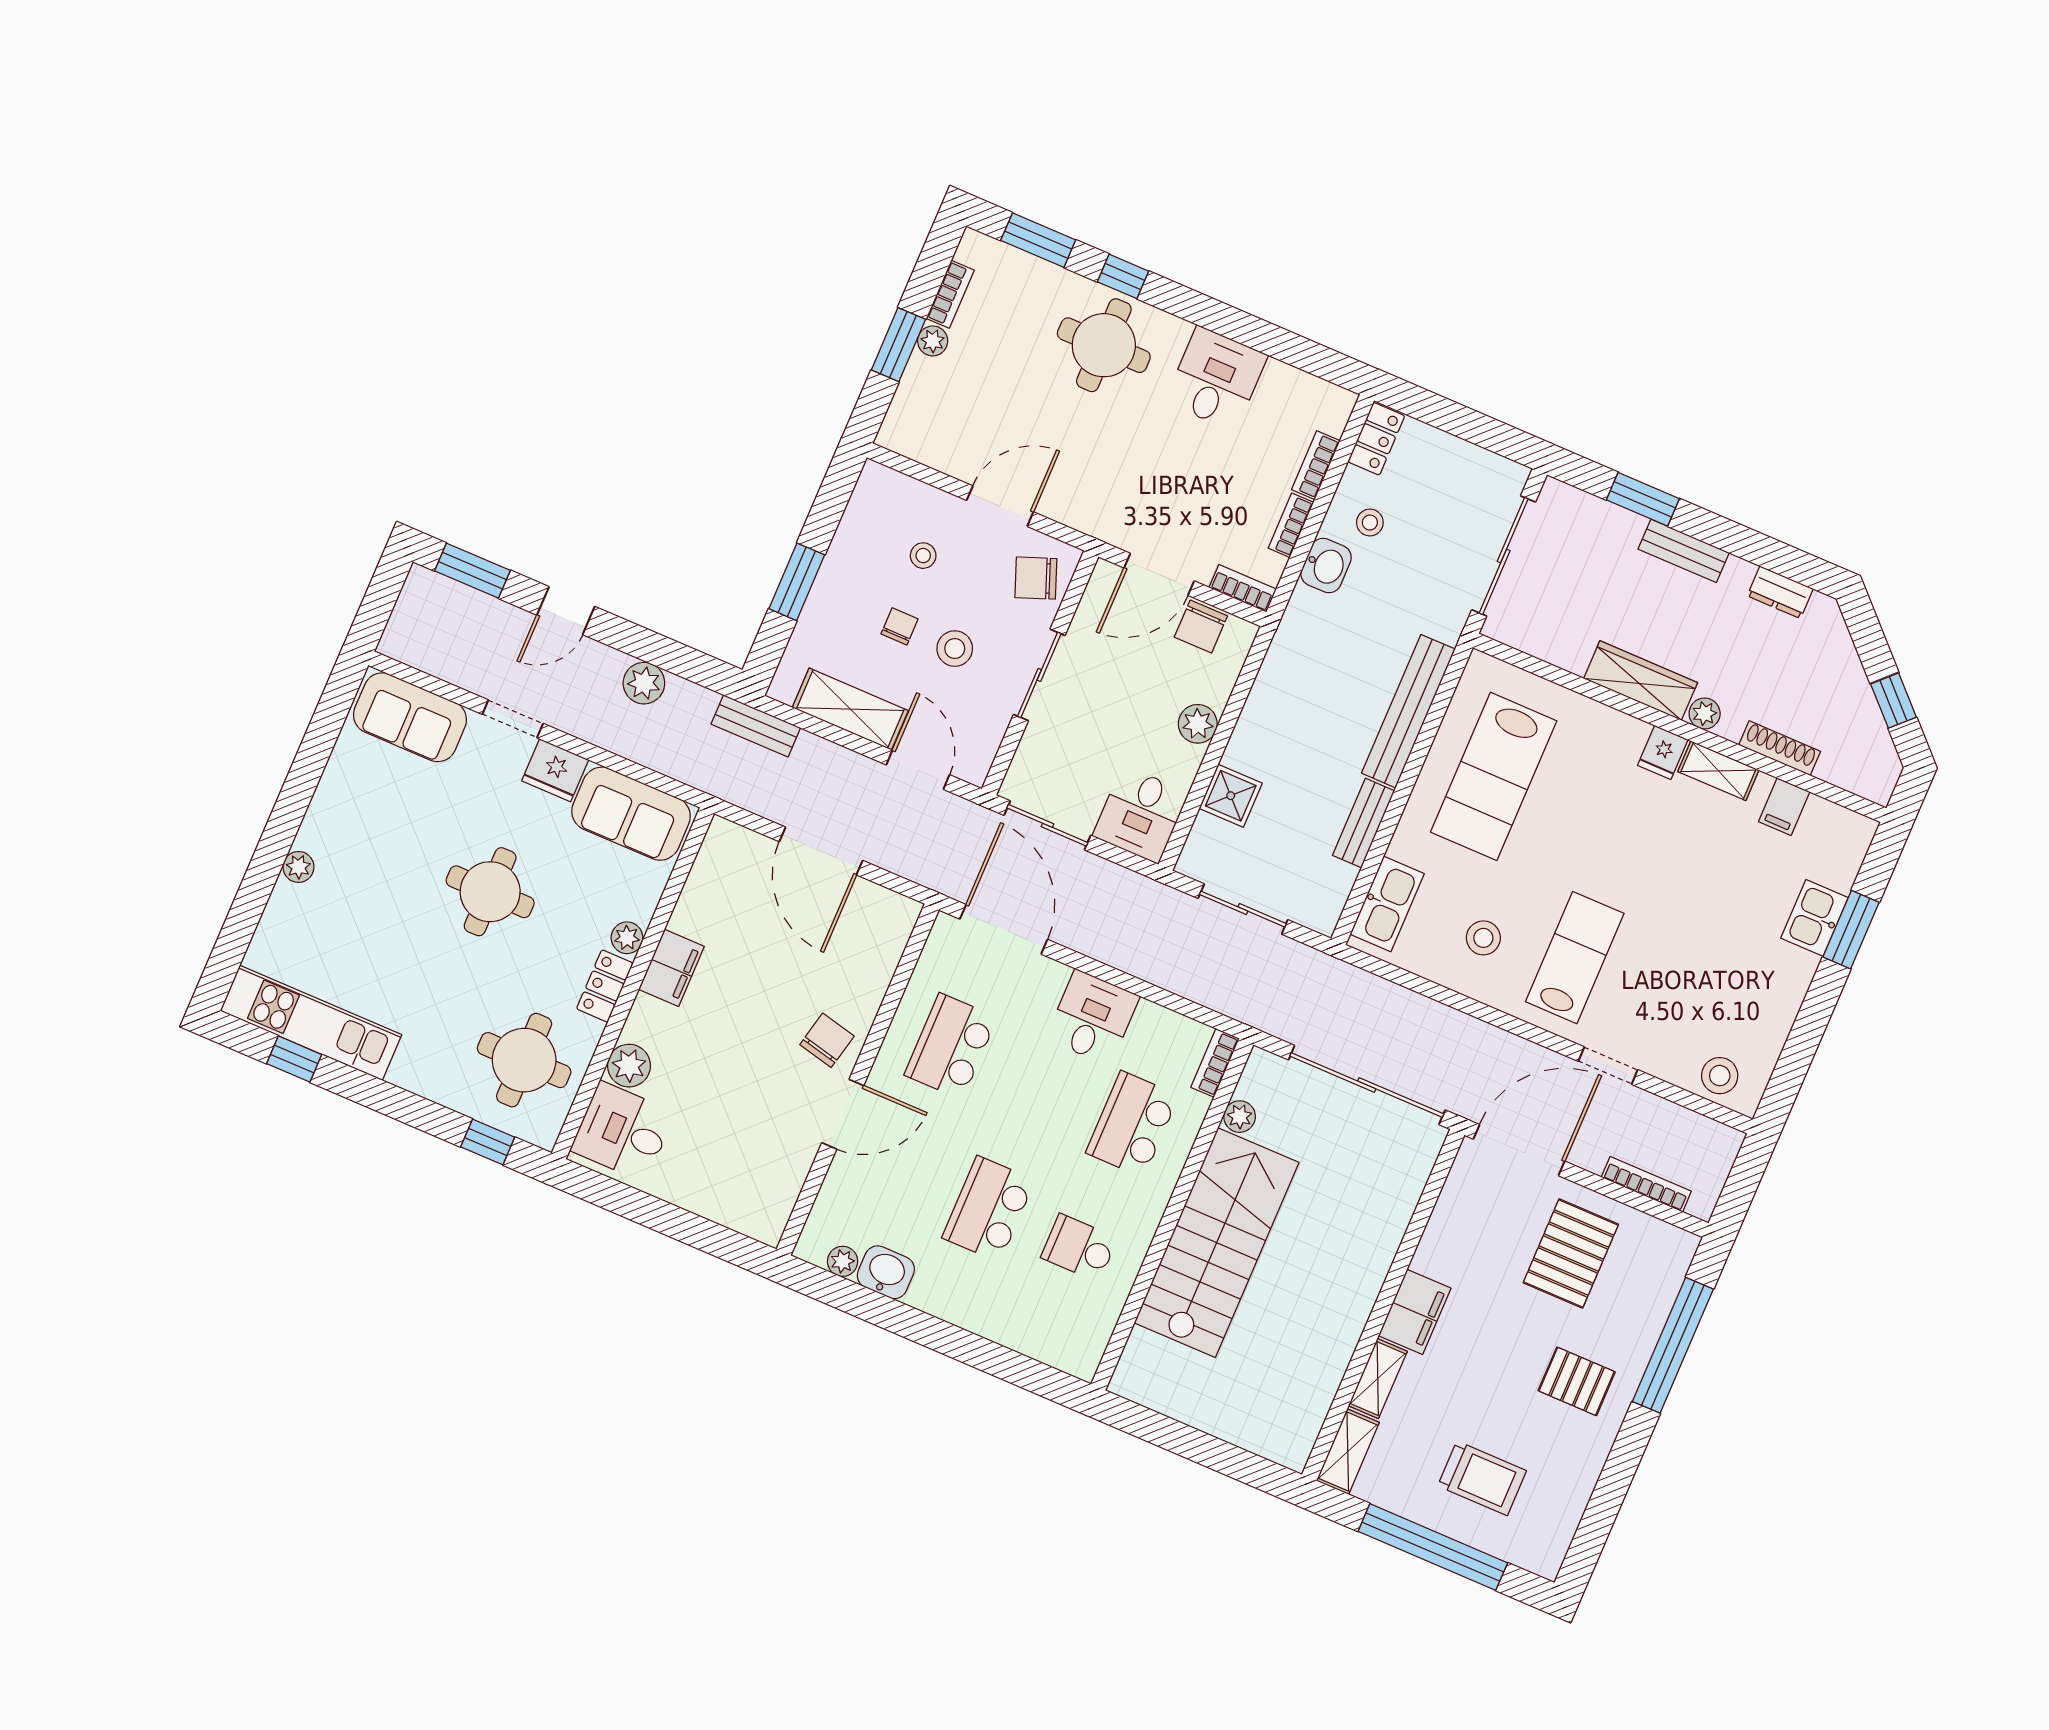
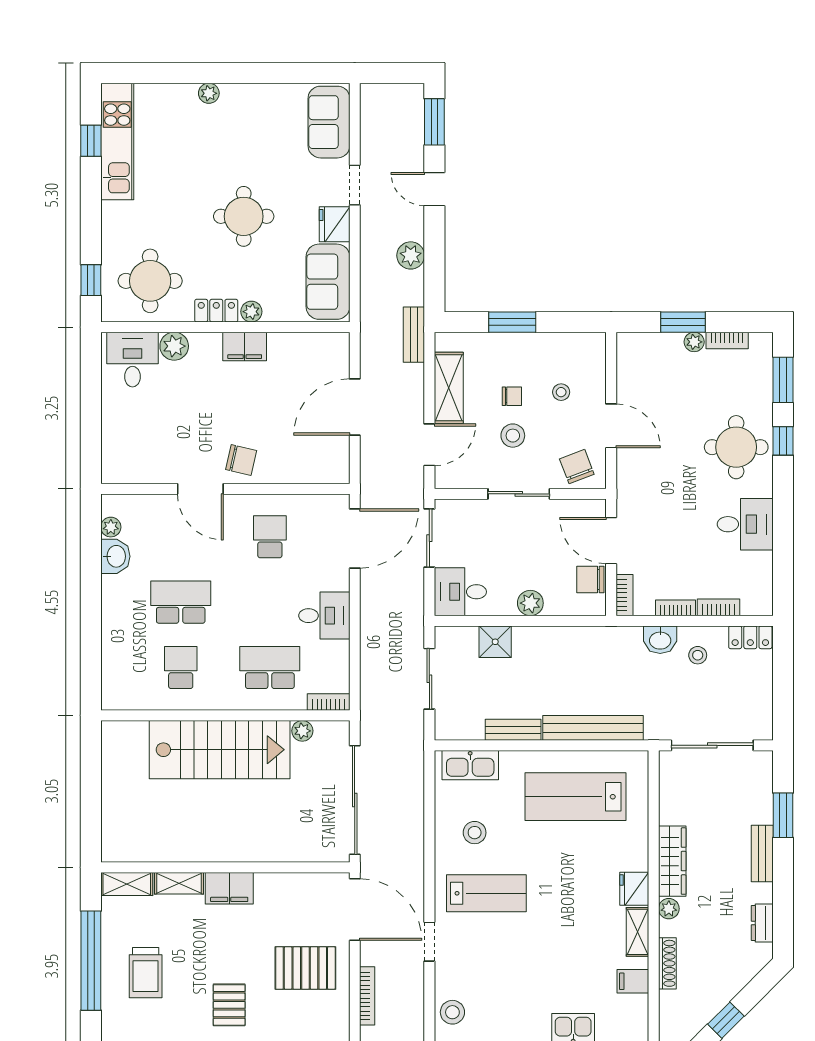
fridge: (1663, 752) -> (634, 889), width x1.38
school desk: (951, 1046) -> (270, 537), width x0.54

